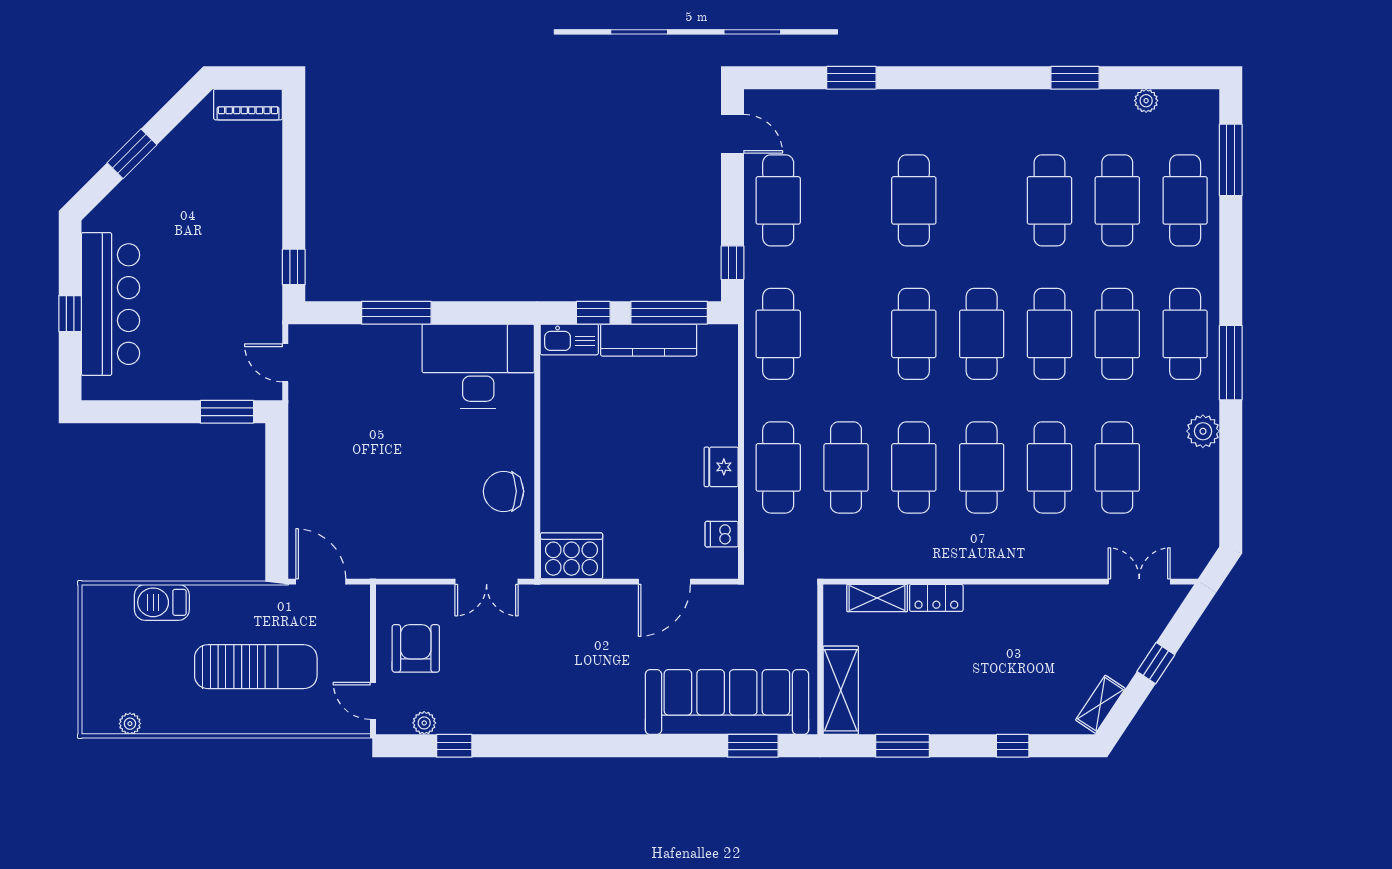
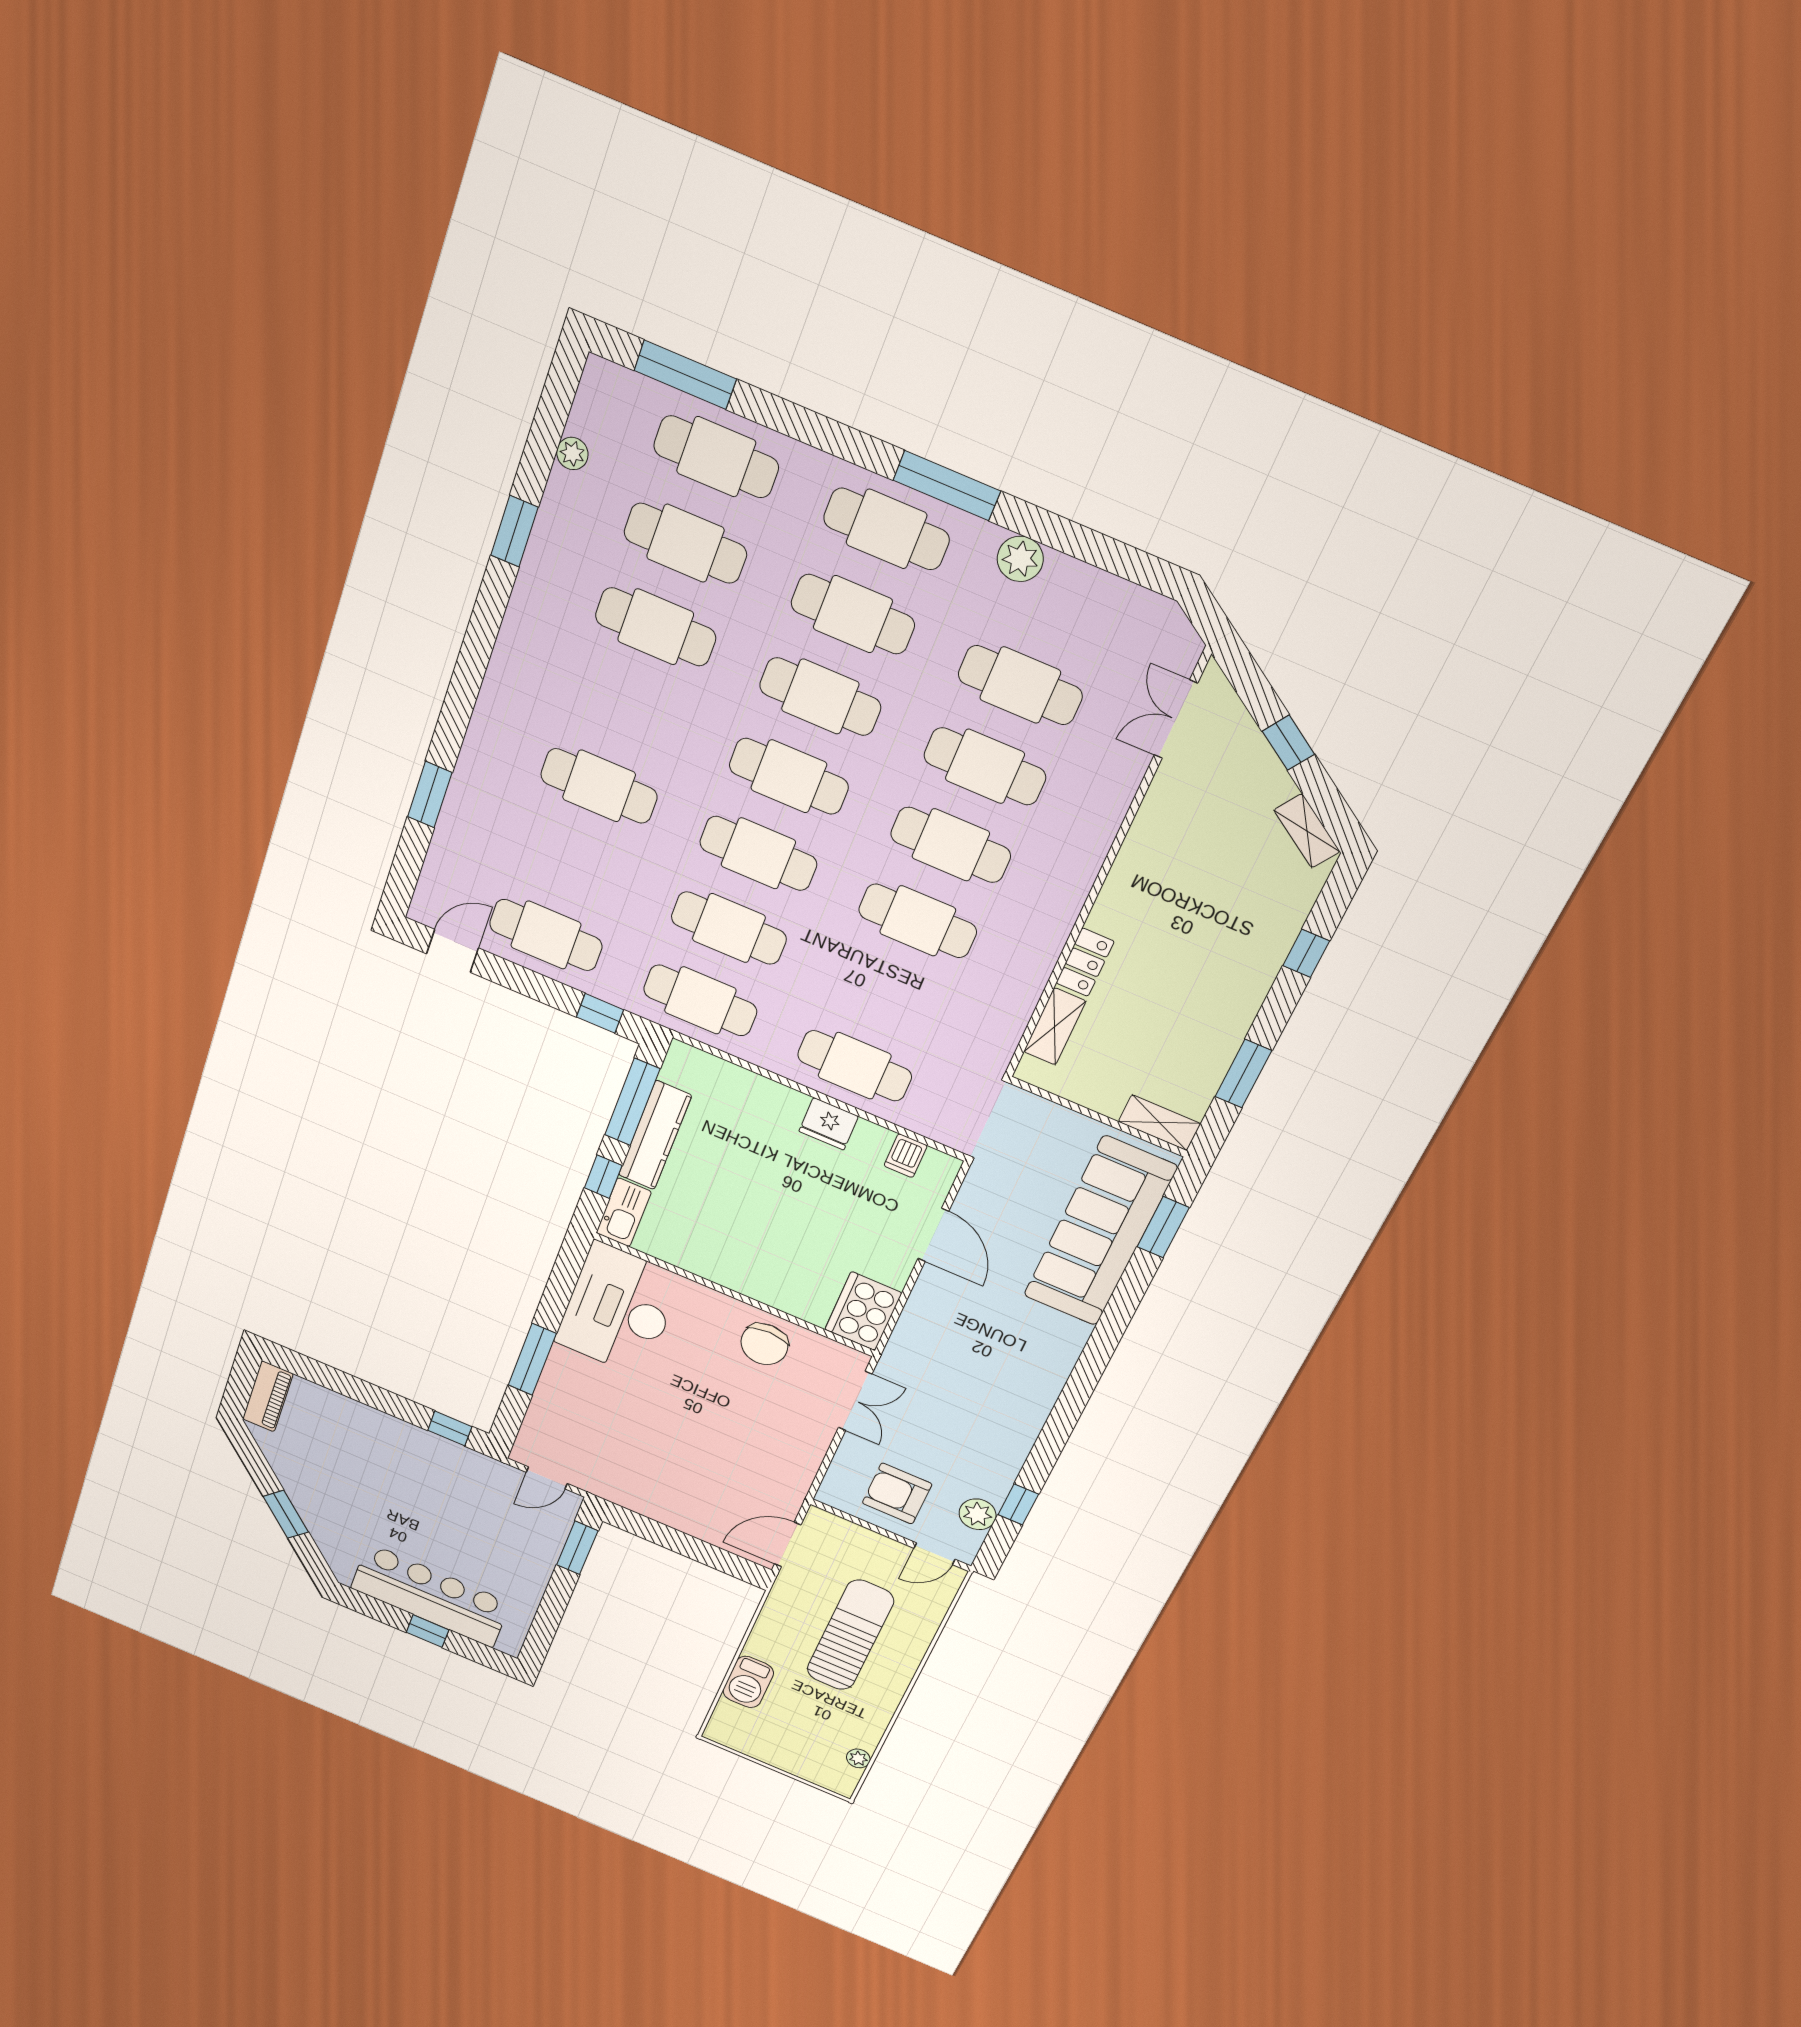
cafe table: (846, 467) -> (729, 928), moved
shelving: (841, 690) -> (1159, 1123), width x0.67, depth x0.75
plant: (424, 723) -> (978, 1514), width x1.38, depth x1.38

